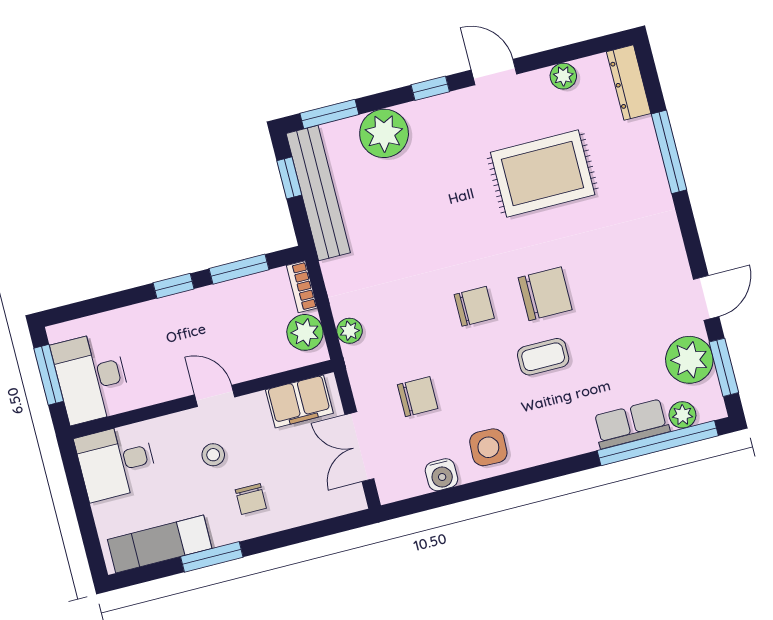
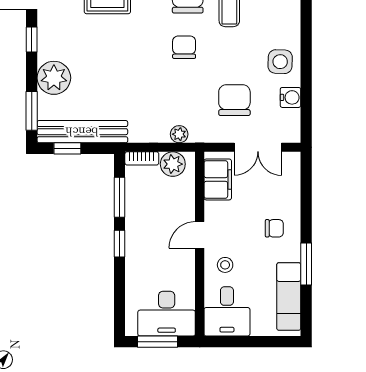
chair: (418, 397) -> (234, 100), width x1.37, depth x1.37
stool: (213, 455) -> (225, 265), moved

